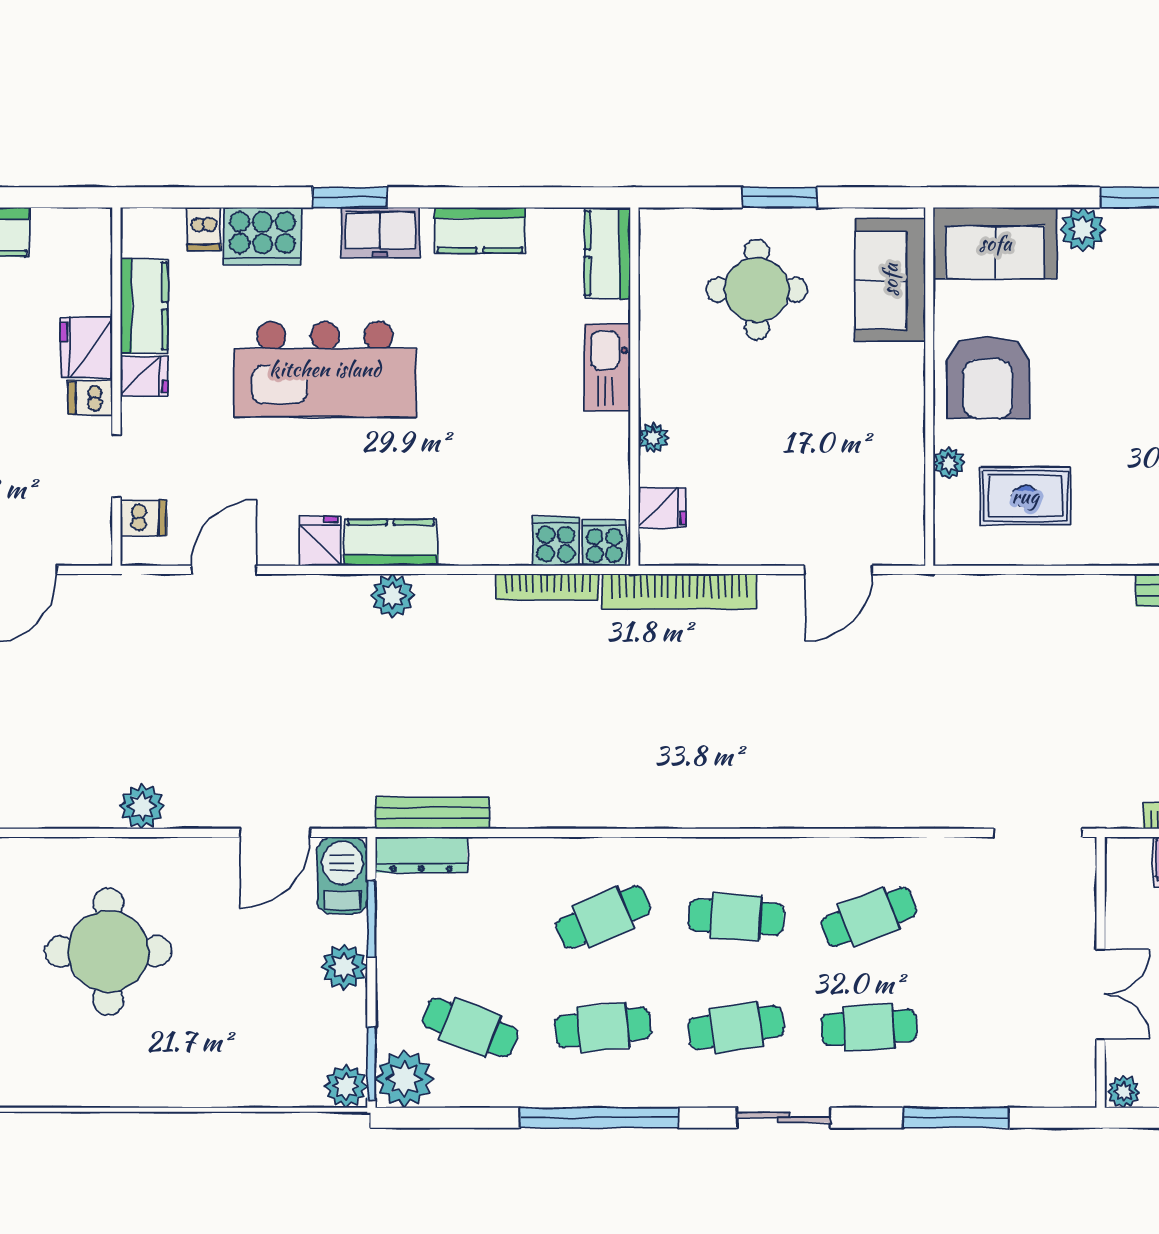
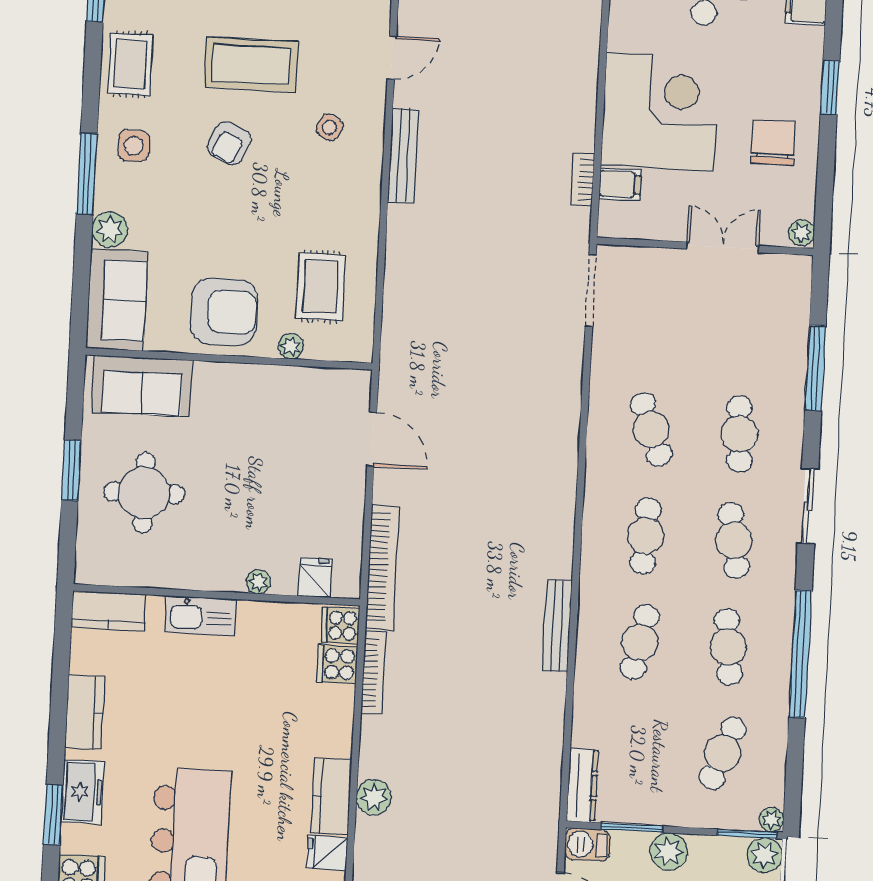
bench: (433, 813) -> (557, 626), moved
barbecue: (342, 875) -> (587, 845), width x0.73, depth x0.79
cafe table: (603, 917) -> (640, 642), turned 36
plant: (404, 1079) -> (771, 820), width x0.53, depth x0.53

